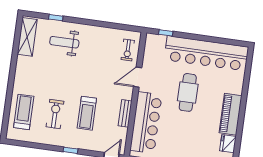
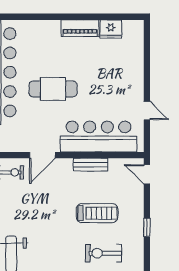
door: (138, 77) -> (42, 155), hinge flipped
piano: (231, 114) -> (80, 28), width x0.73, depth x0.75

